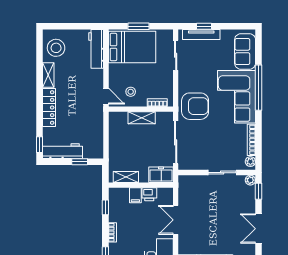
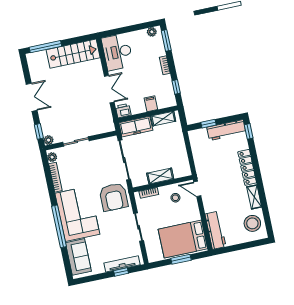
sliding door: (176, 55) -> (139, 227), moved
armchair: (195, 106) -> (114, 197), turned -90
freezer: (161, 175) -> (136, 127), width x1.40
printer: (149, 194) -> (123, 111), moved

